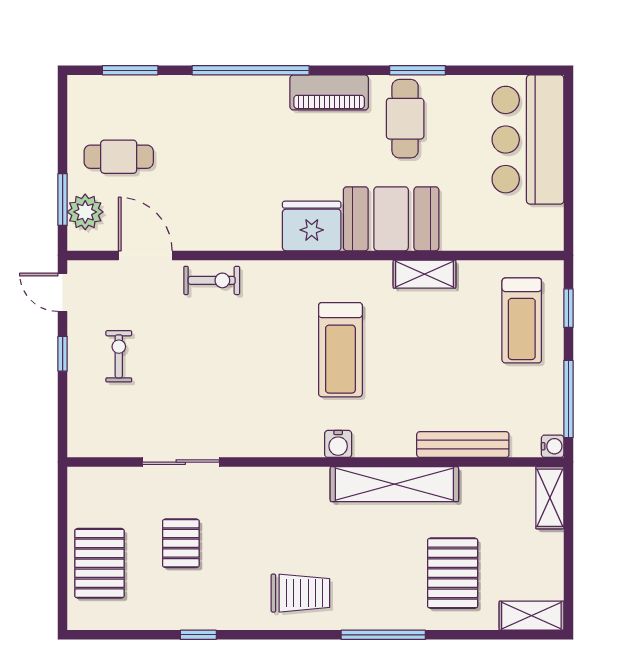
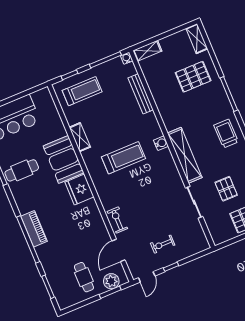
piano: (329, 92) -> (34, 229), moved
shelving: (394, 484) -> (185, 155), moved
pallet: (181, 543) -> (226, 189), turned 90

